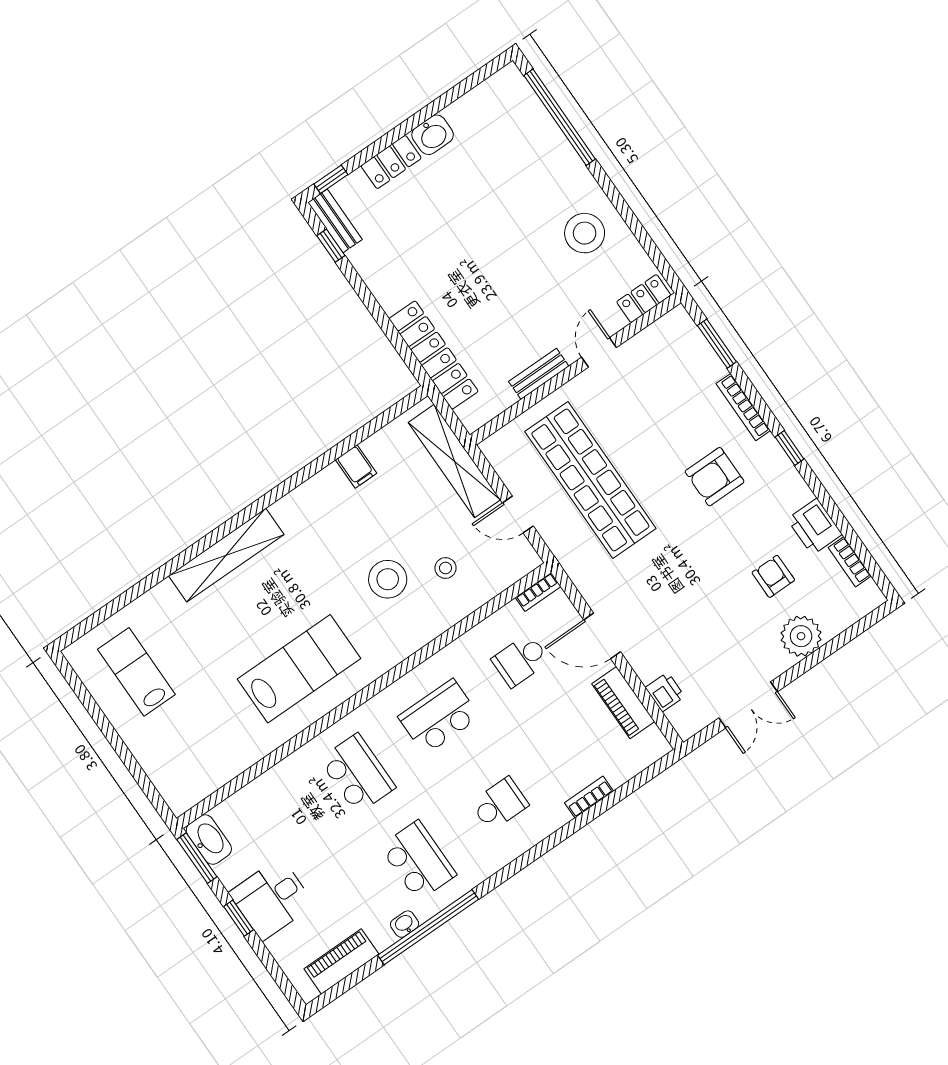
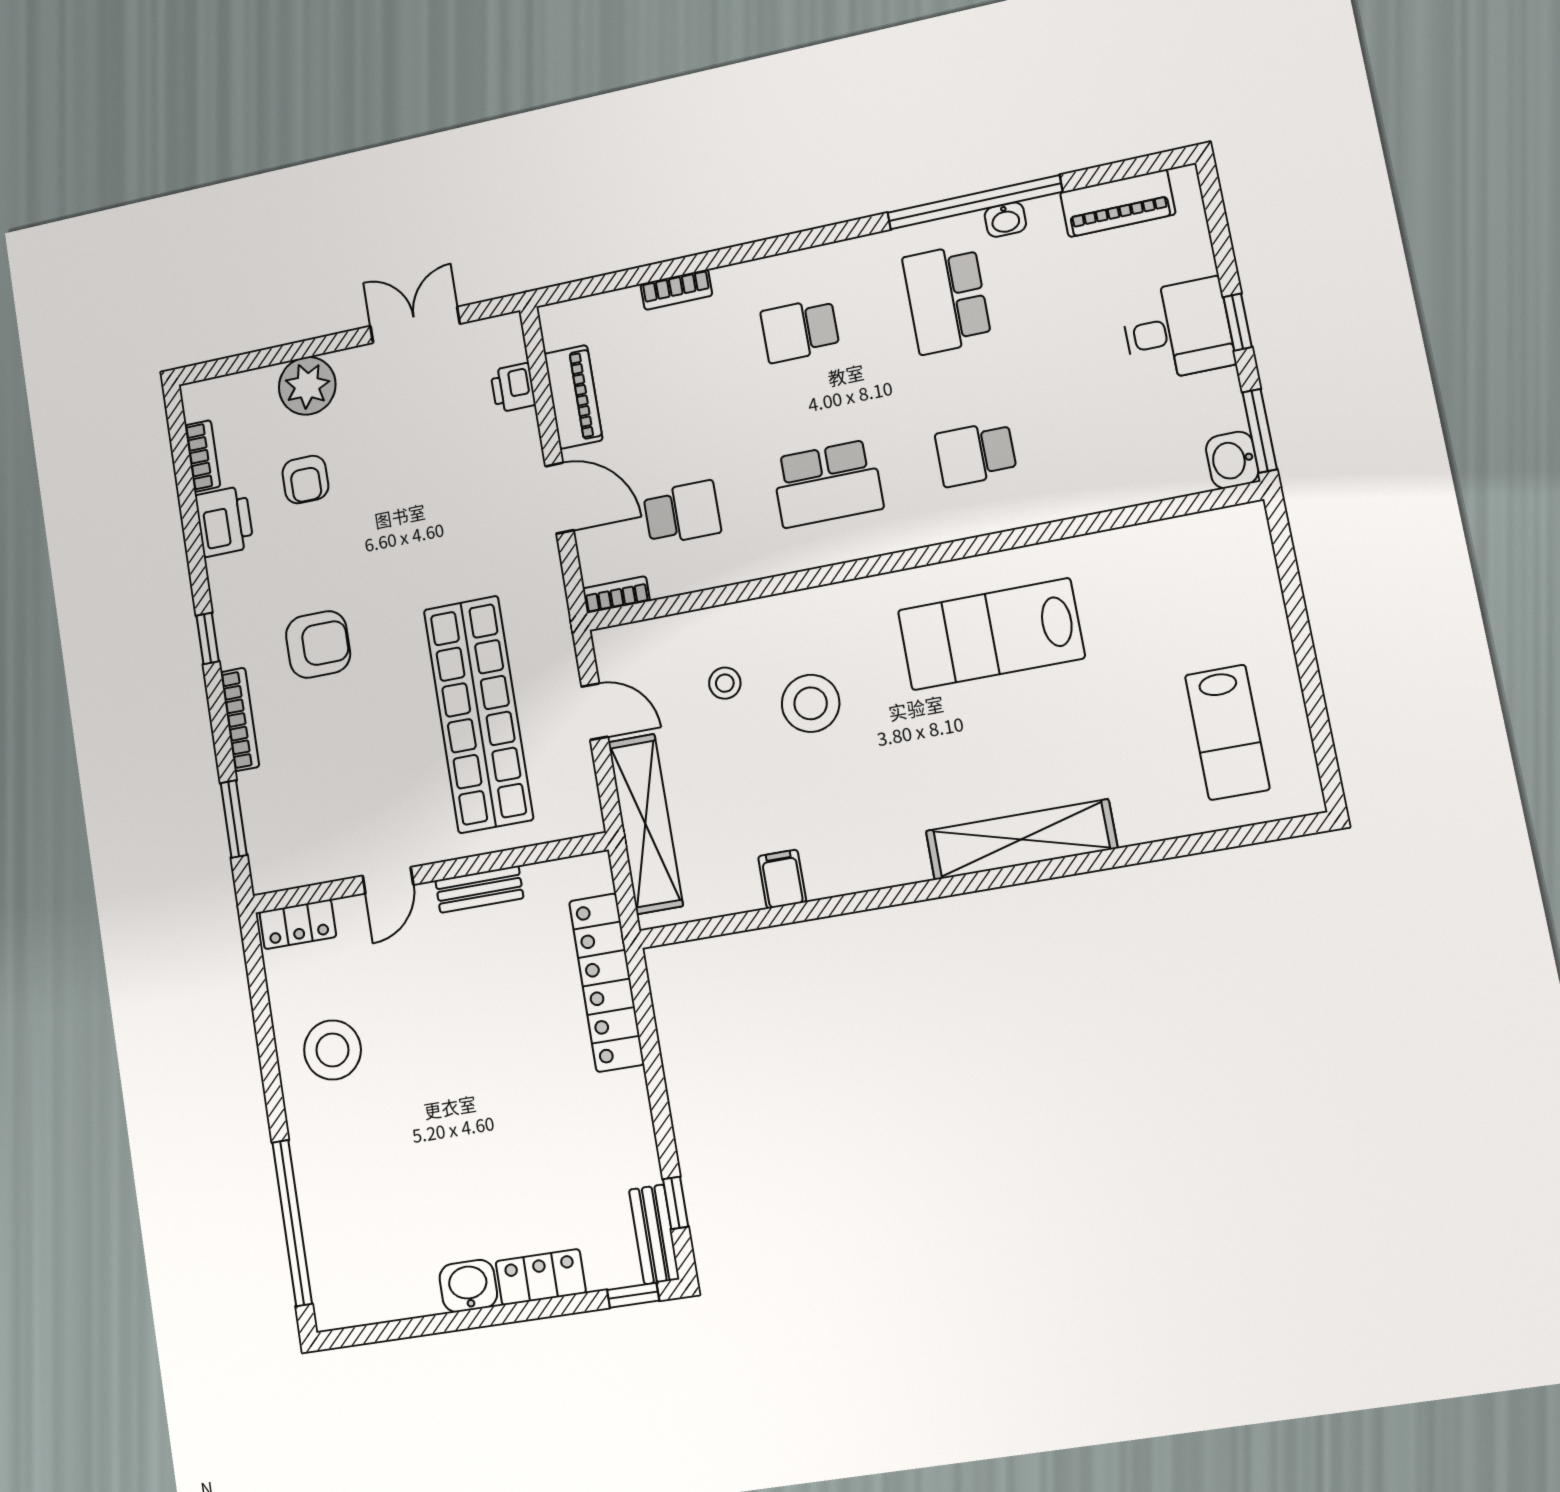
school desk: (357, 773) -> (976, 454), width x0.54
washbasin: (209, 840) -> (1232, 460), width x0.72

